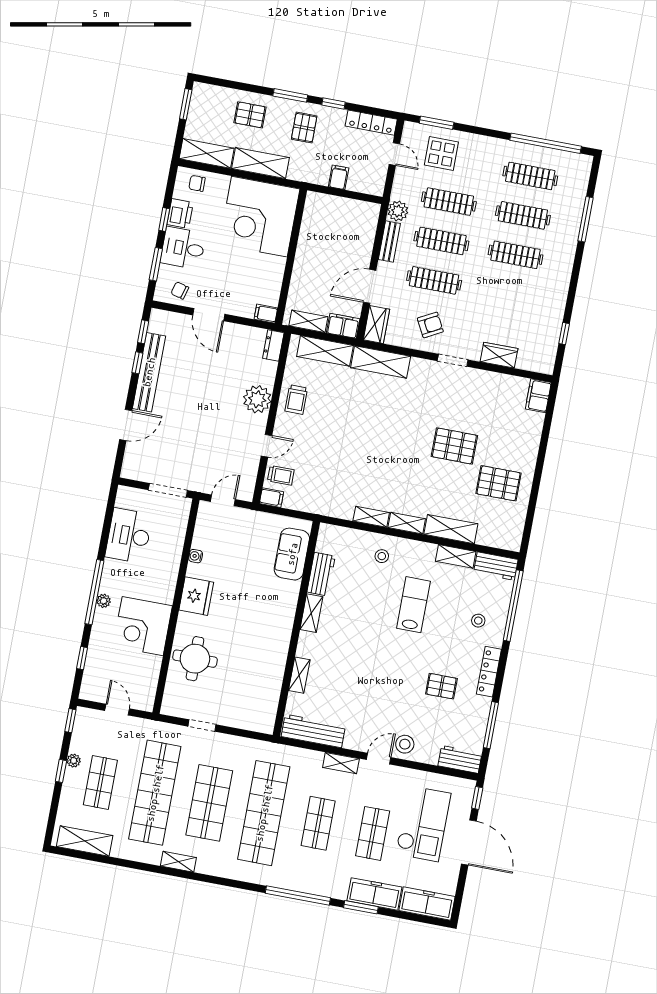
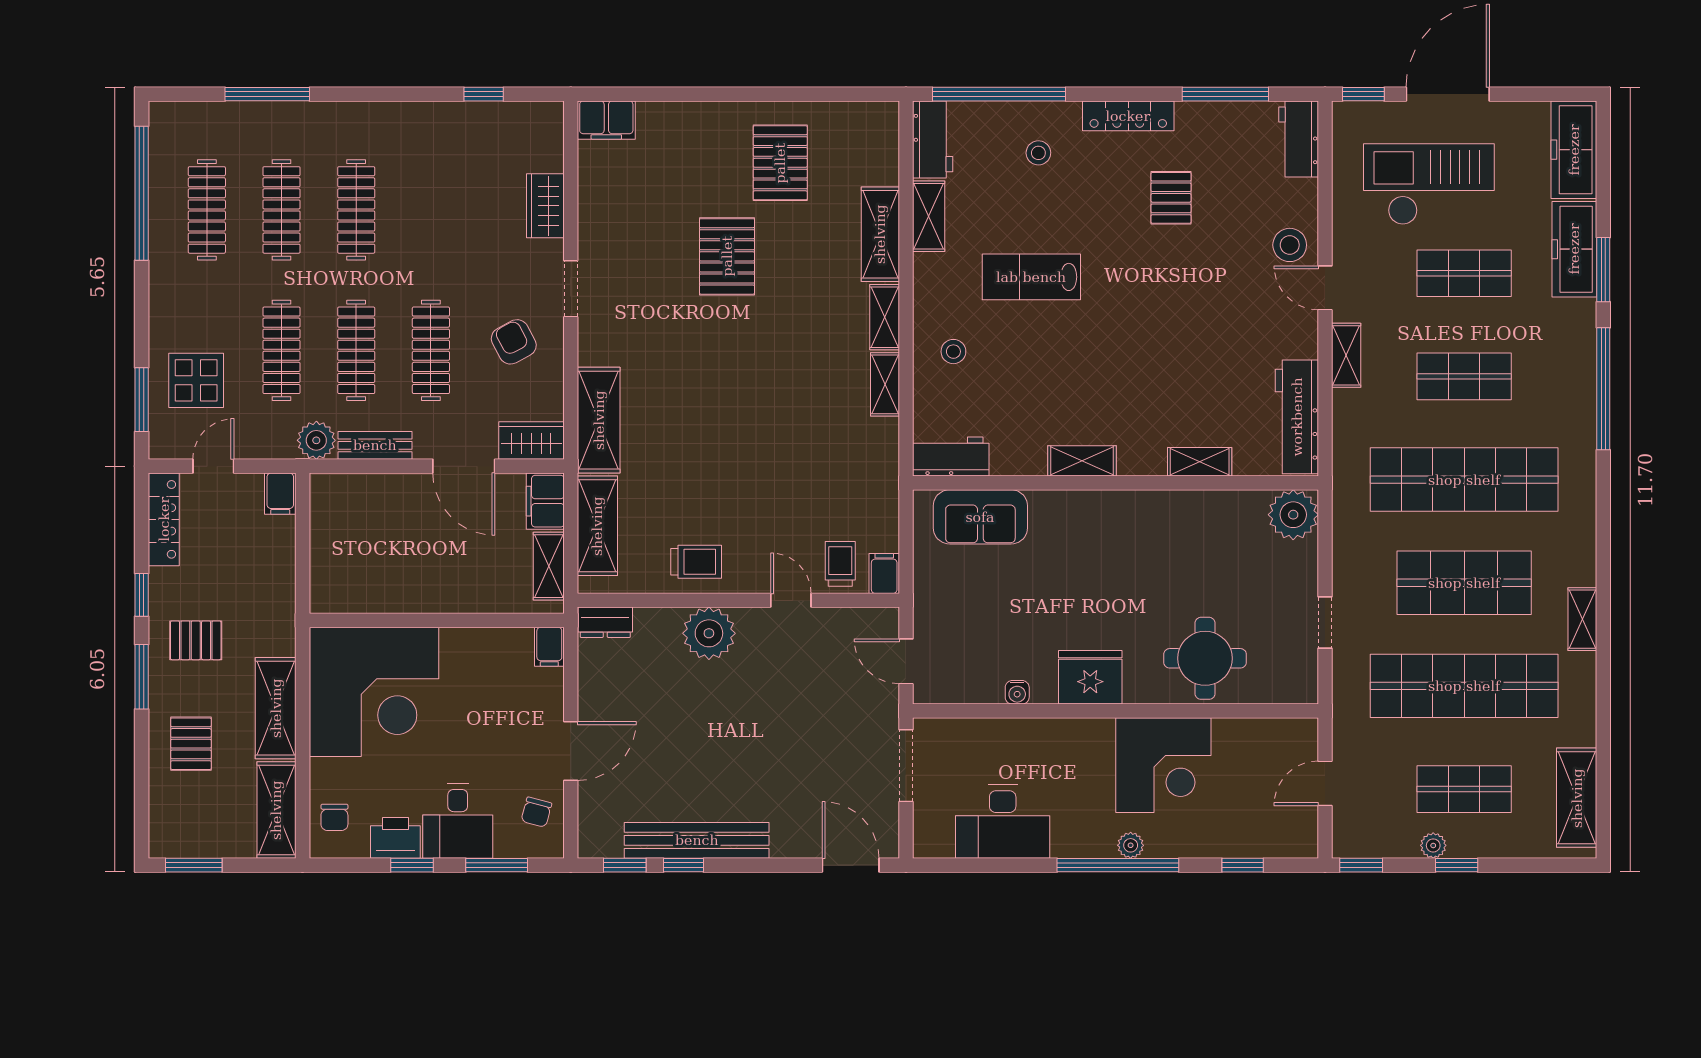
filing cabinet: (339, 177) -> (280, 494), moved, turned -90
door: (126, 425) -> (851, 865), moved
workbench: (321, 574) -> (951, 457), moved
plant: (262, 719) -> (1293, 515), added

